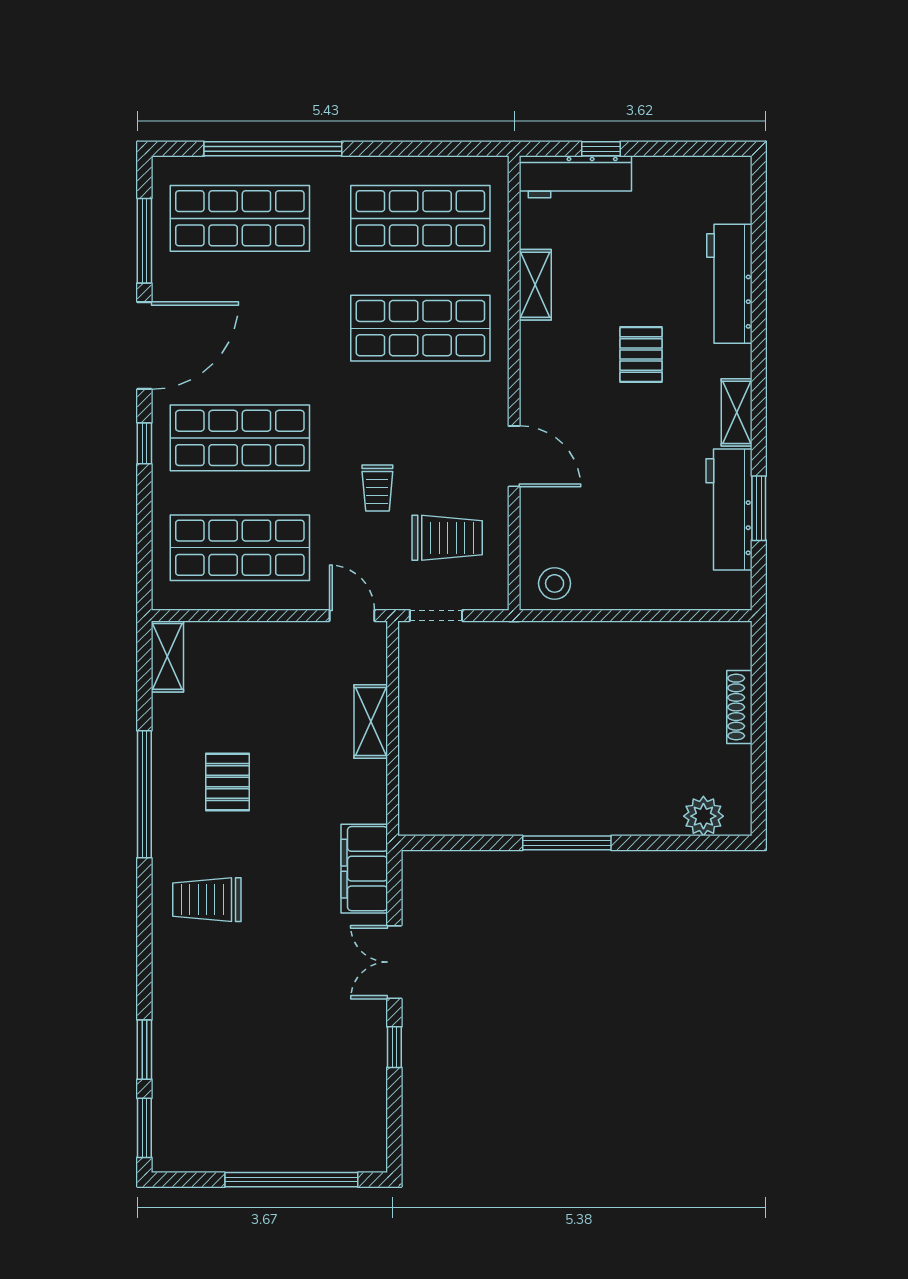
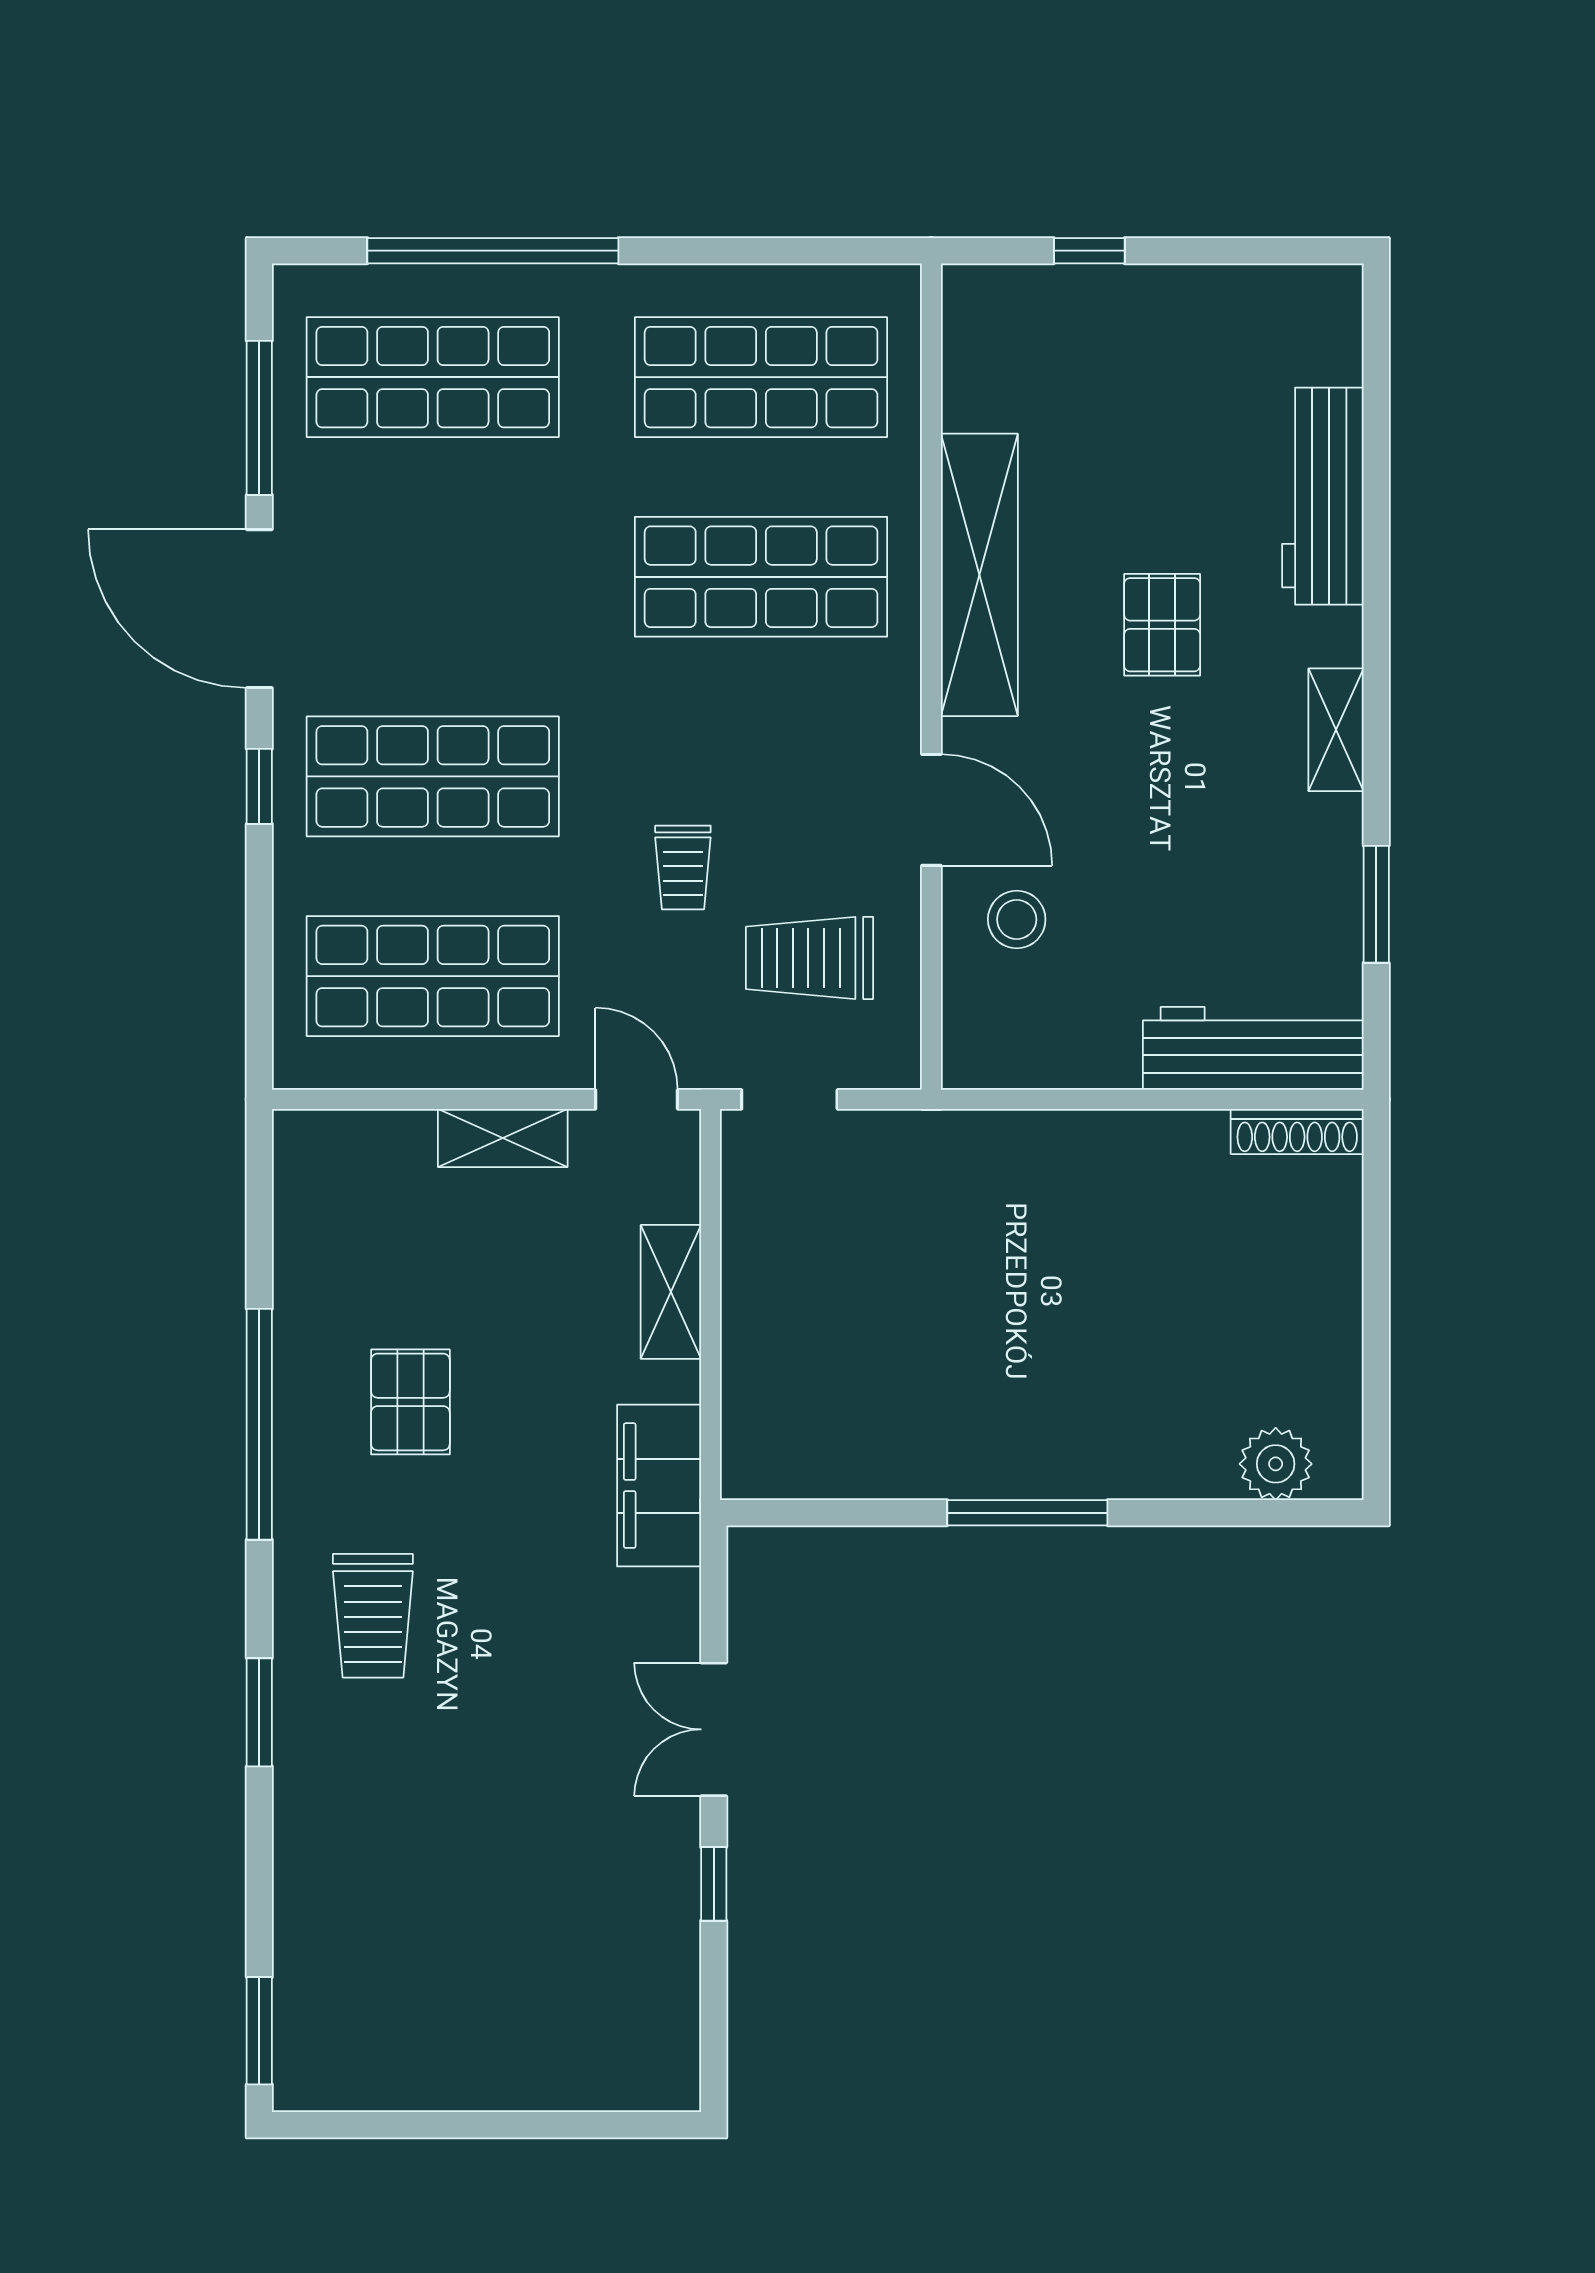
workbench: (575, 177) -> (1043, 302), removed
shelving: (535, 285) -> (979, 575), width x2.20, depth x1.33
door: (144, 346) -> (259, 609), swing flipped
workbench: (729, 510) -> (1253, 1048), moved, turned 90
trolley: (447, 538) -> (810, 958), turned 180
stool: (555, 583) -> (1017, 919), moved
shelving: (167, 656) -> (503, 1138), moved, turned 90
shoe rack: (739, 707) -> (1297, 1131), moved, turned -90
filing cabinet: (364, 869) -> (659, 1486), moved
trolley: (207, 900) -> (373, 1616), turned -90
window: (144, 1050) -> (259, 1712), moved
window: (291, 1180) -> (526, 2125), removed

